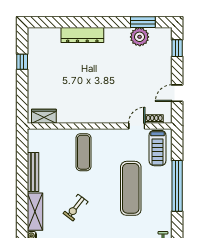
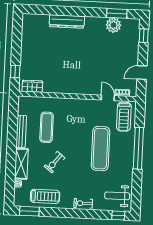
window: (22, 62) -> (15, 71), moved
door: (137, 126) -> (108, 98), hinge flipped
exercise mat: (83, 152) -> (47, 127), moved

